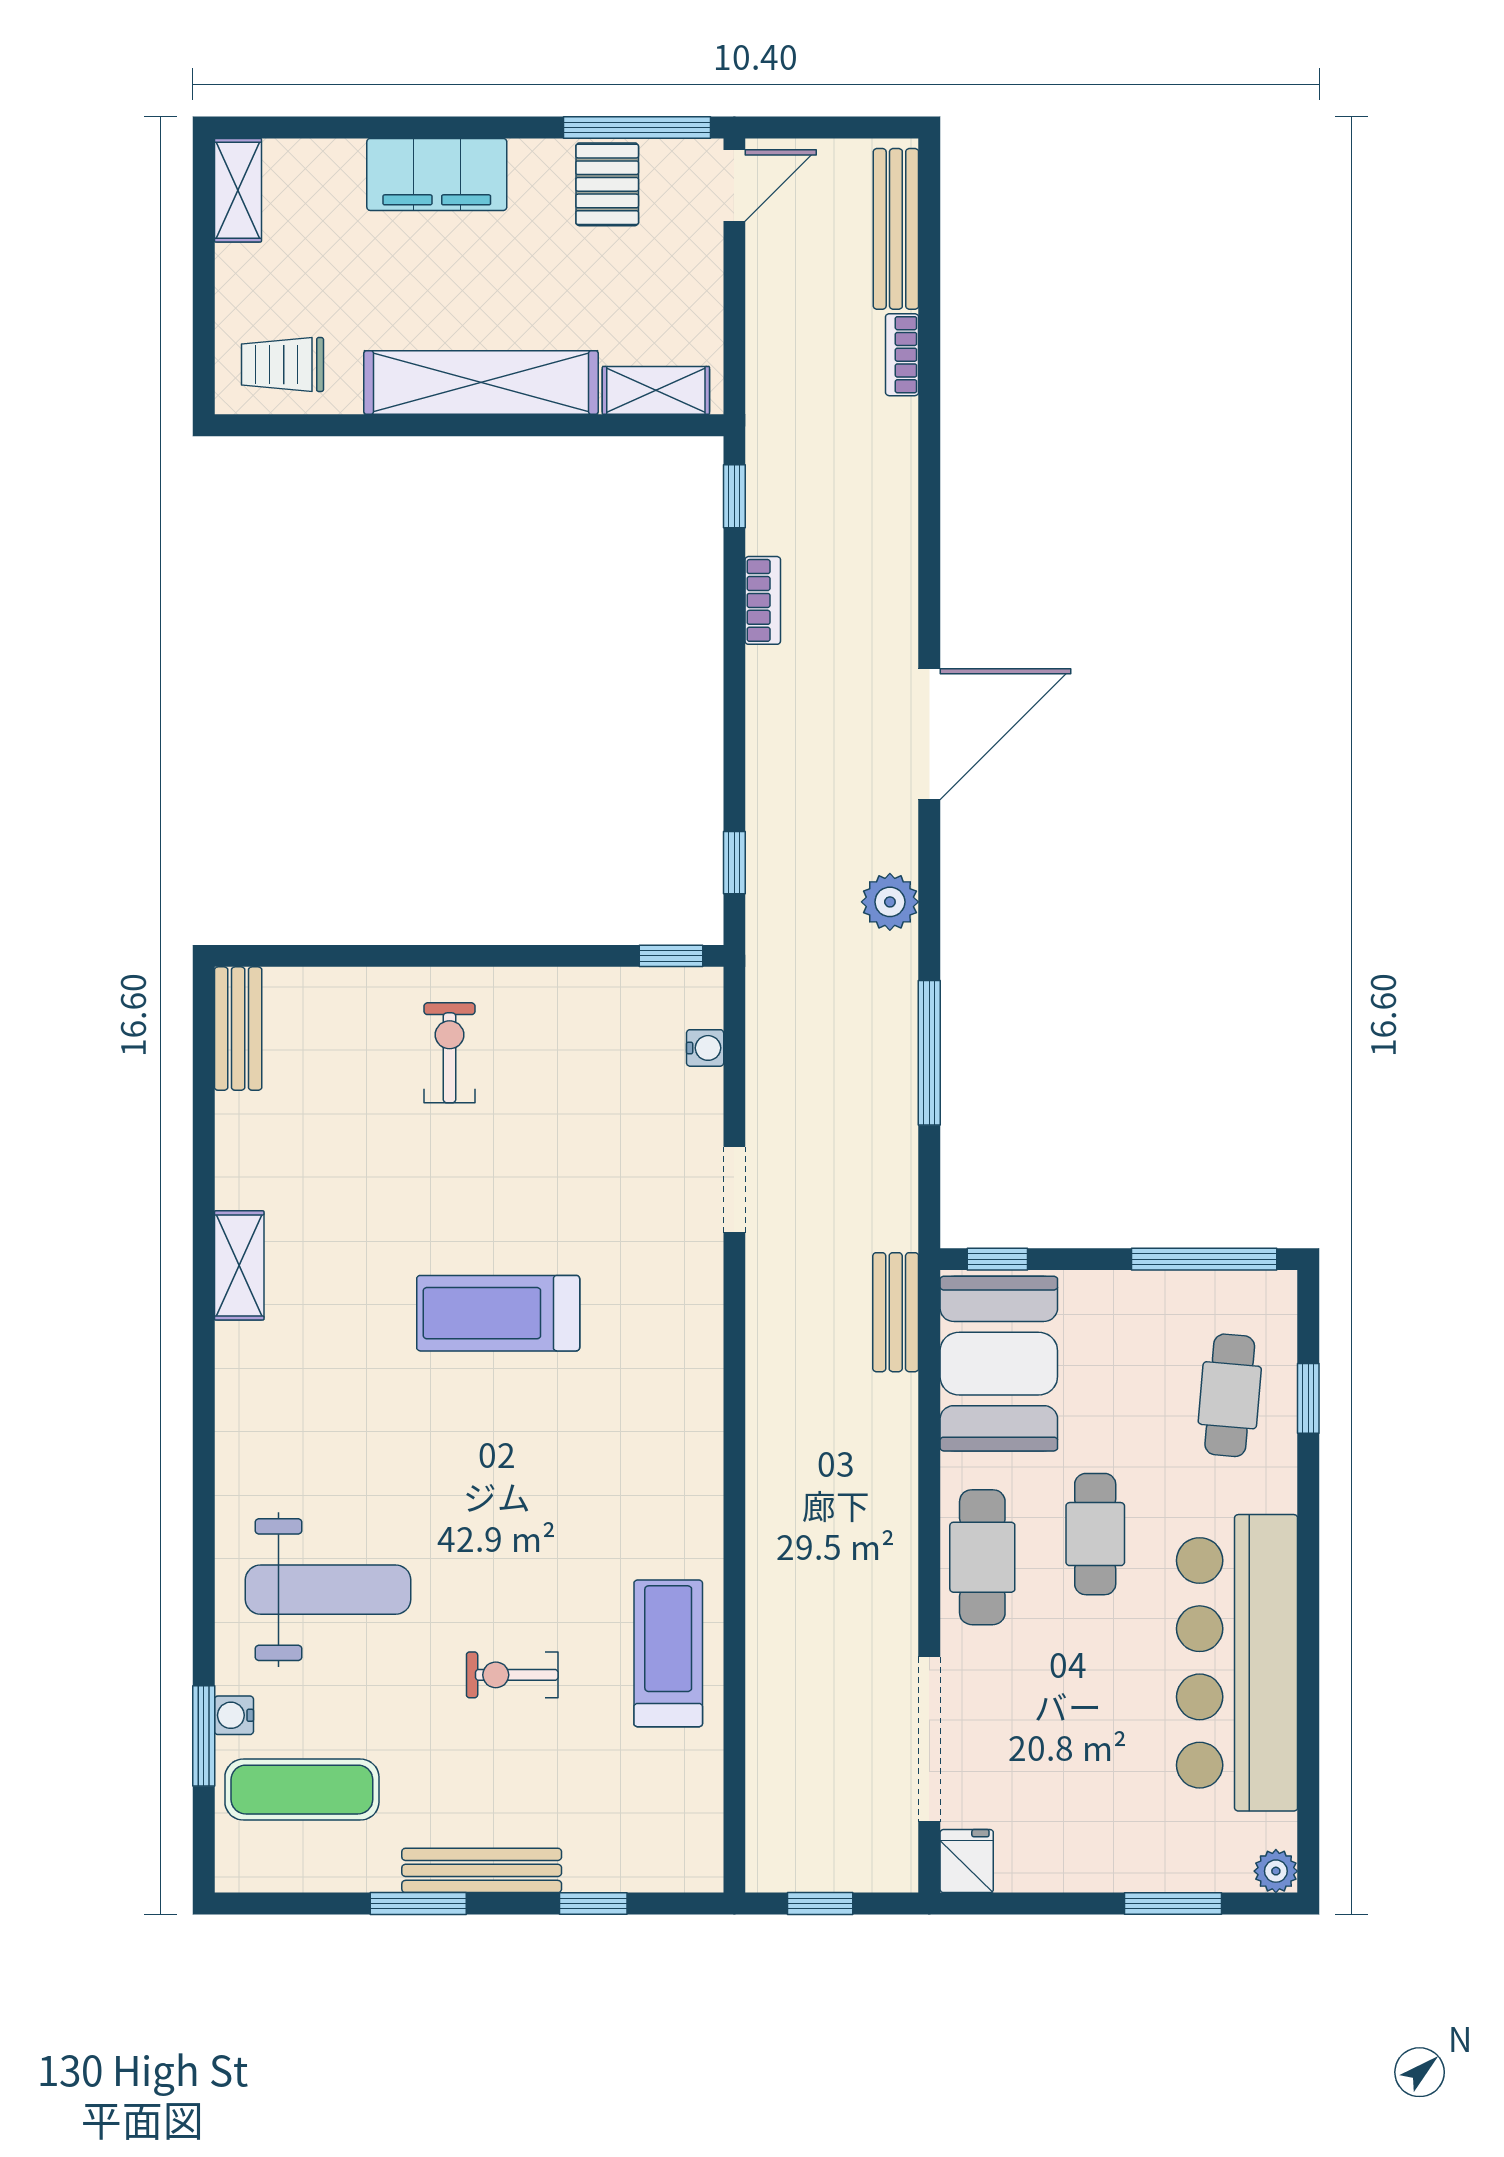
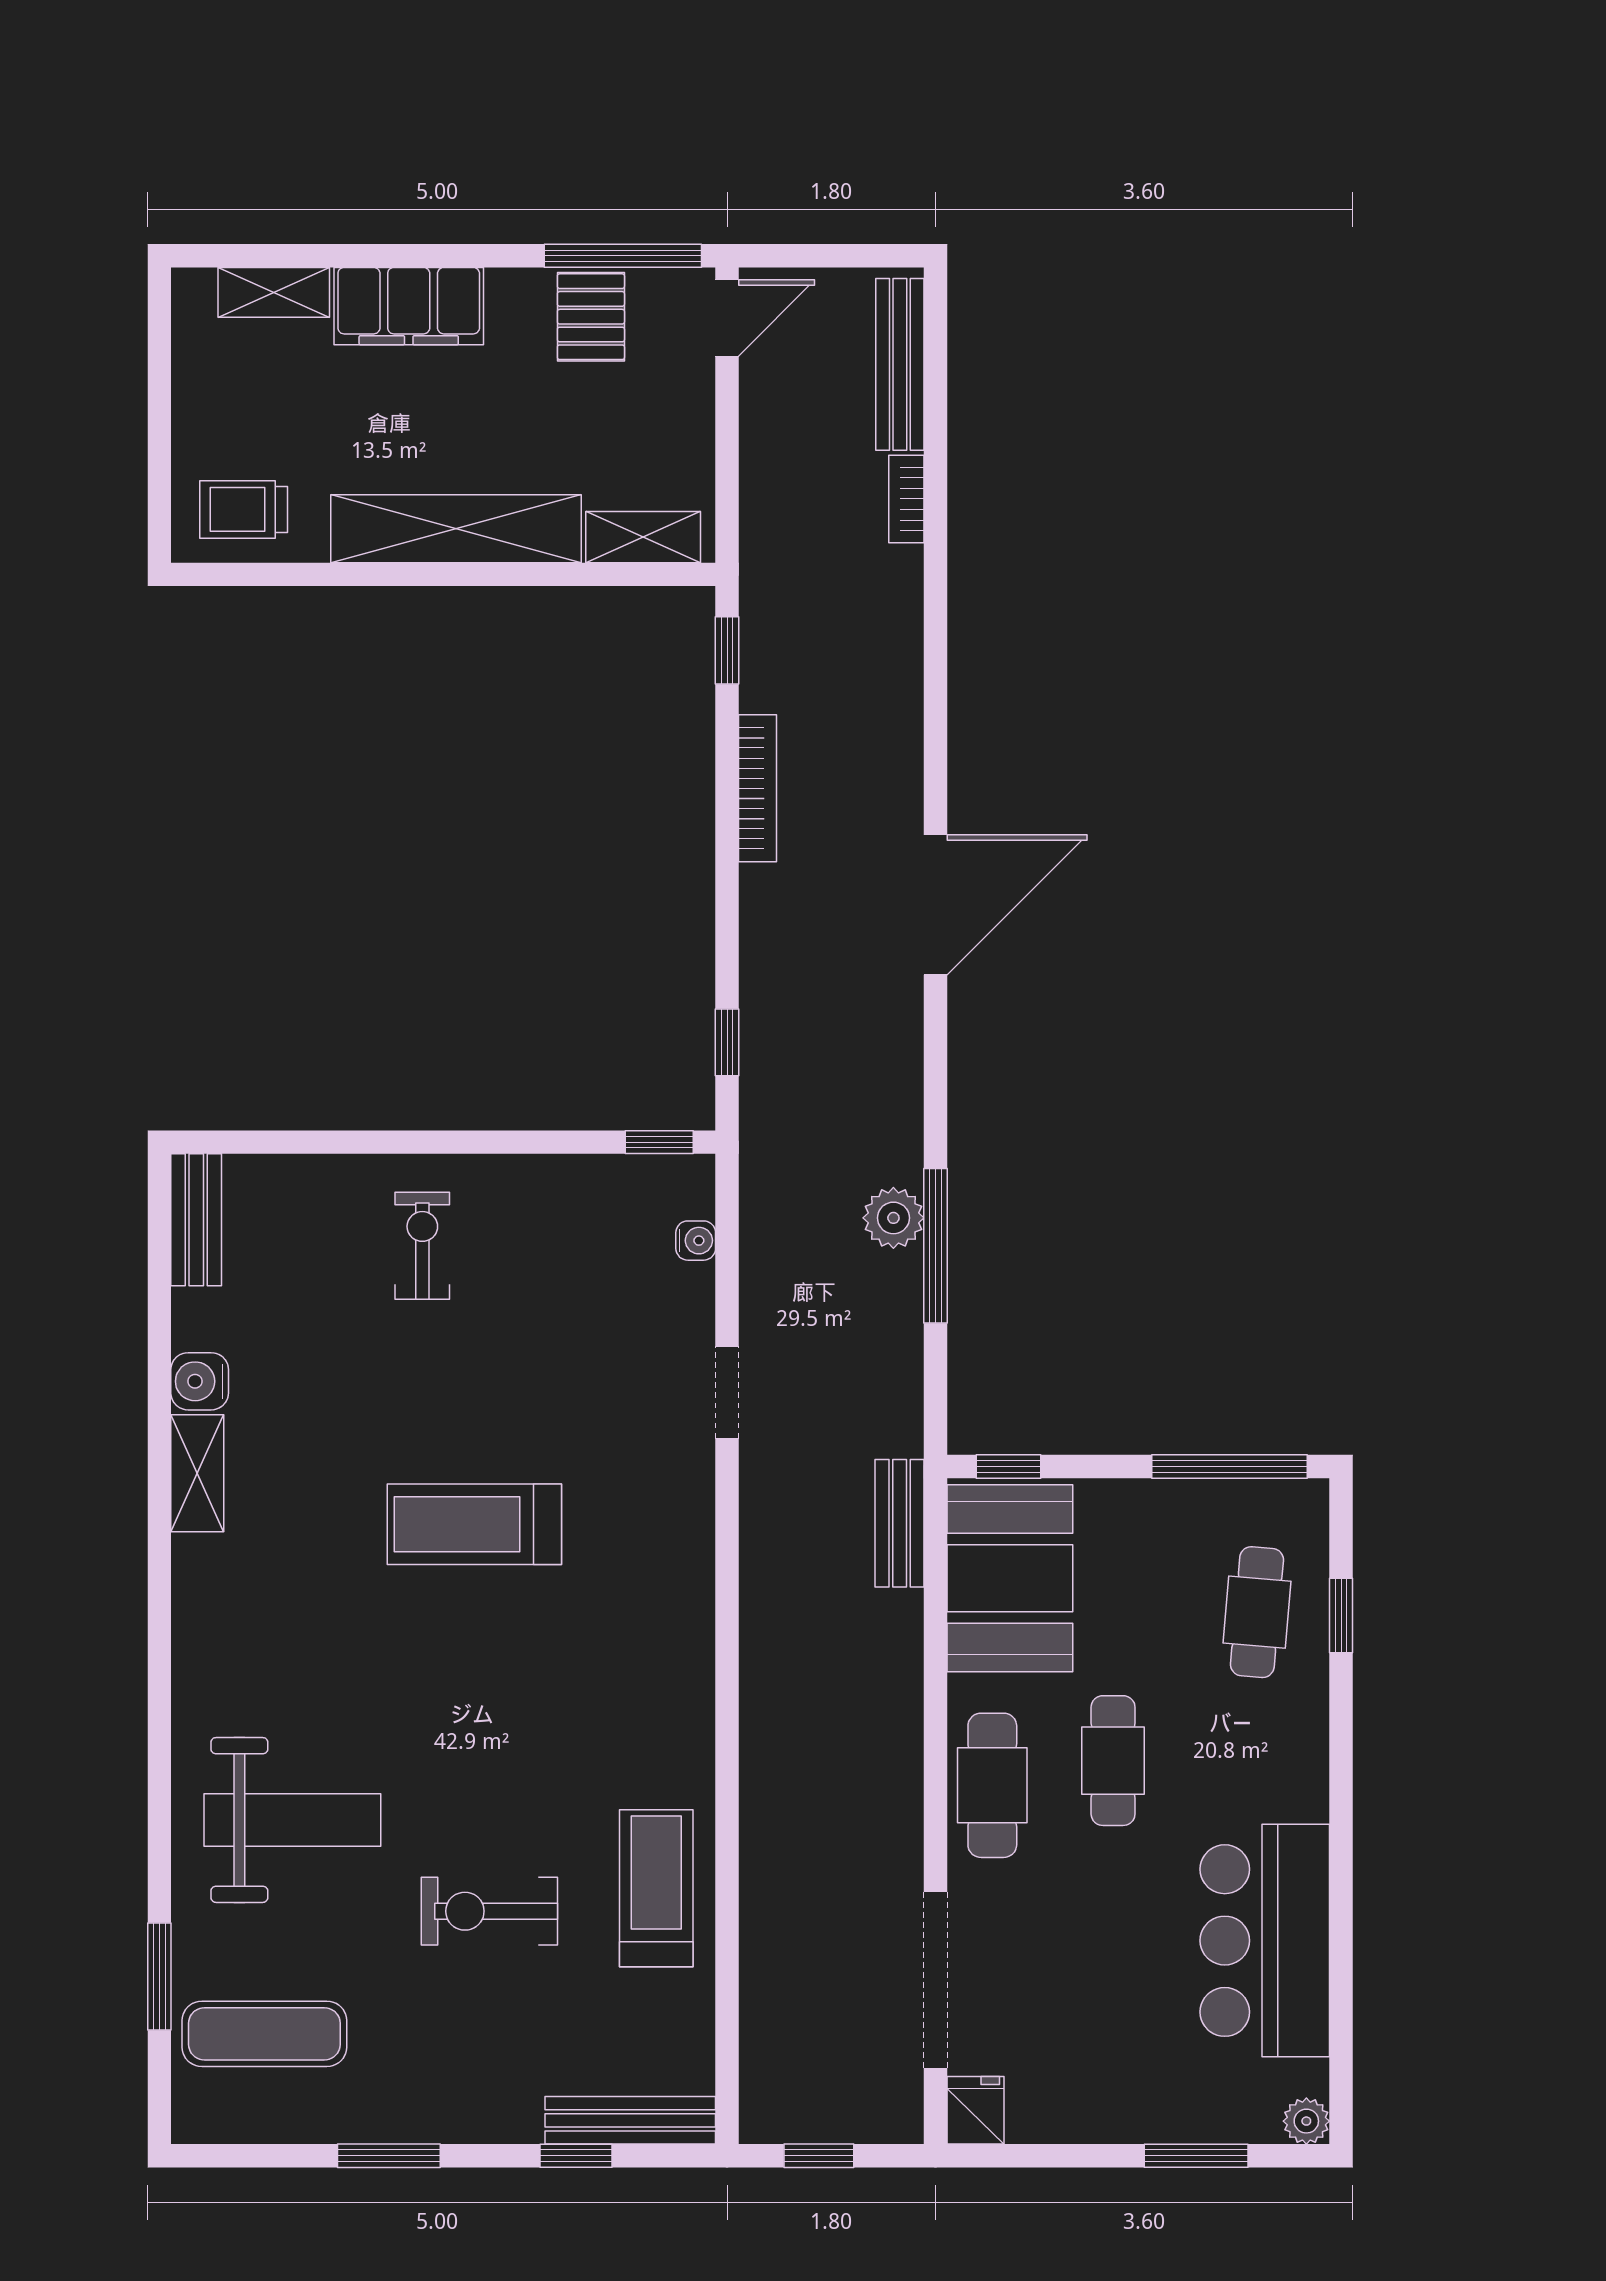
shelving: (238, 190) -> (274, 292), moved, turned 90
bookcase: (763, 600) -> (757, 788), width x1.56
plant: (890, 902) -> (893, 1218), moved
bar counter: (1237, 1663) -> (1265, 1941), width x0.73
exercise bike: (512, 1675) -> (489, 1911), width x1.38, depth x1.39
water cooler: (234, 1715) -> (200, 1381), moved, width x1.38, depth x1.38
bench: (482, 1870) -> (630, 2120), moved

